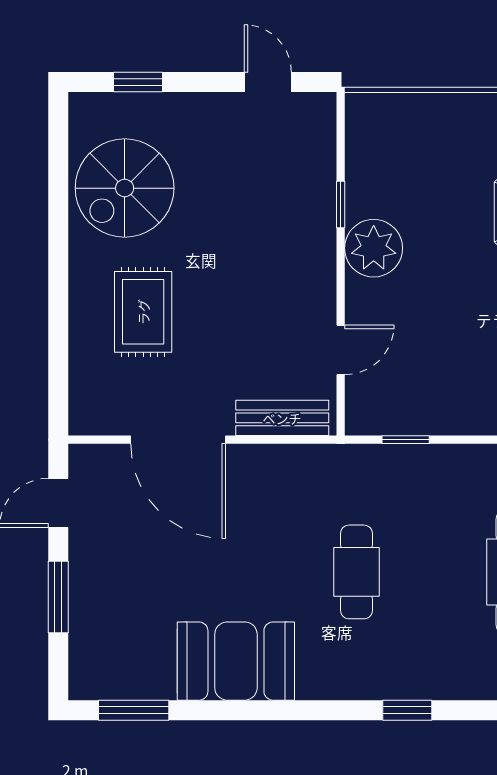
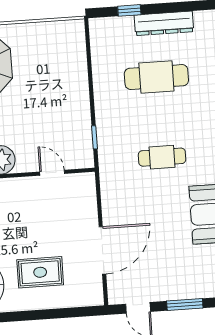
bench: (282, 418) -> (88, 199), removed

